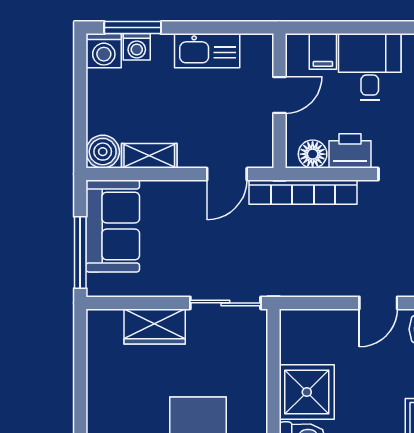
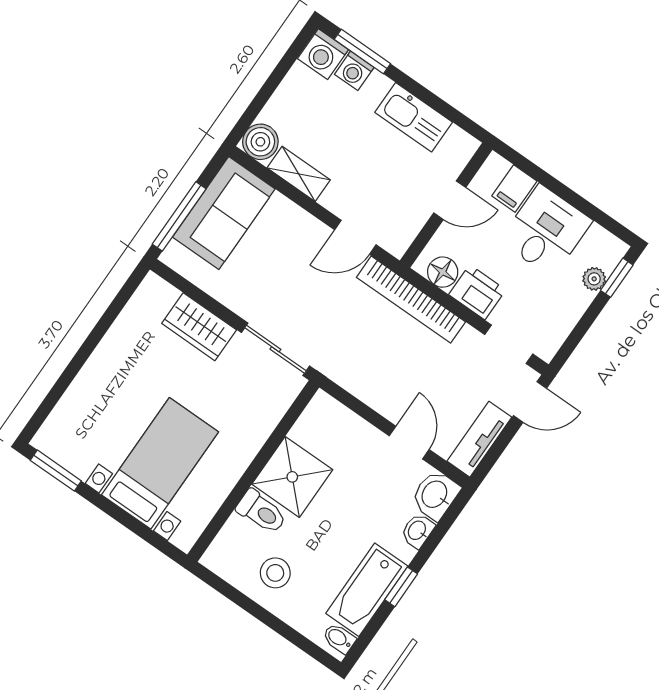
door: (378, 303) -> (409, 443), swing flipped

